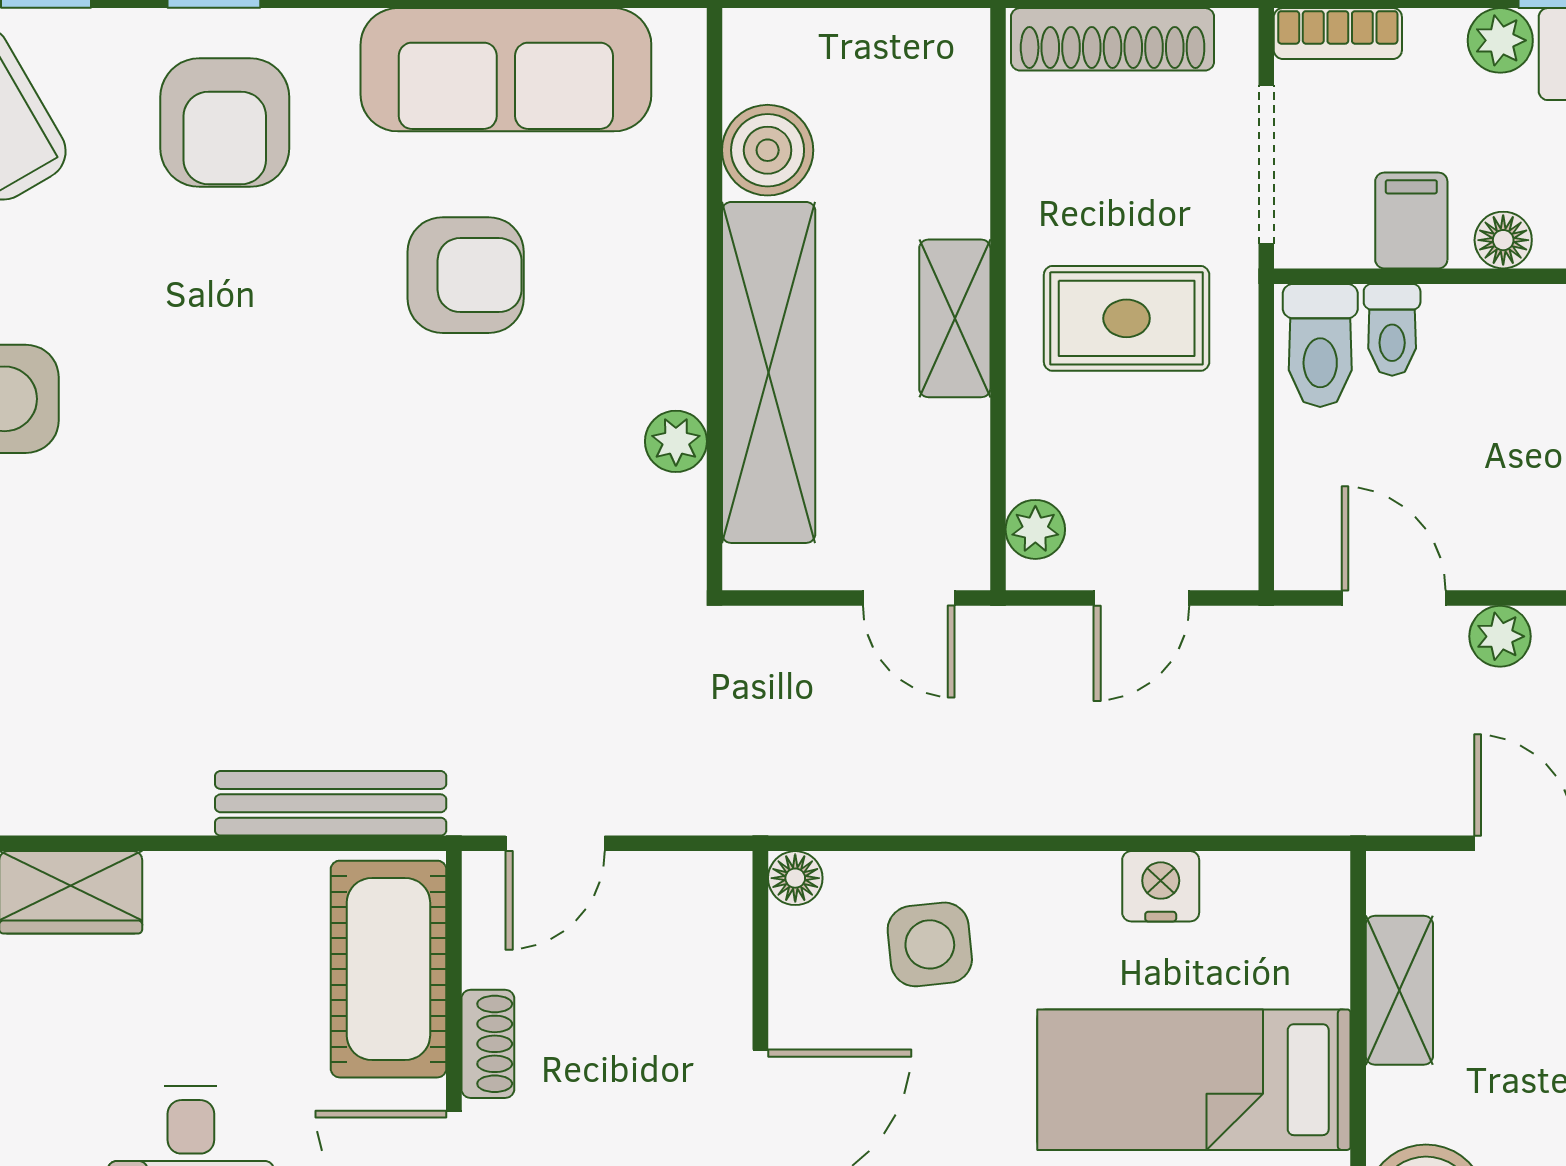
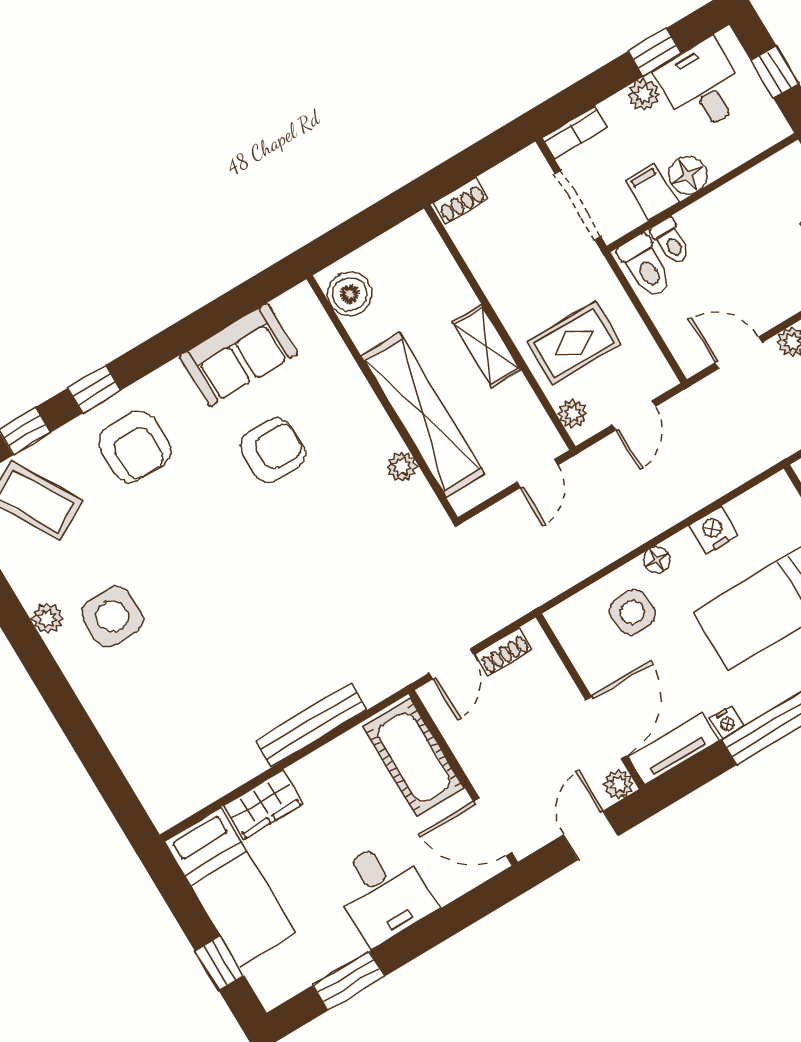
shoe rack: (1113, 39) -> (461, 201), width x0.51, depth x0.81
sofa: (506, 70) -> (238, 355), width x0.73
boiler: (768, 150) -> (350, 294), moved
floor lamp: (1503, 240) -> (688, 175), width x1.37, depth x1.37
rug: (1127, 318) -> (574, 343), moved
door: (909, 598) -> (537, 474), hinge flipped
bench: (331, 803) -> (311, 725), moved
floor lamp: (795, 878) -> (657, 560), moved
shoe rack: (488, 1044) -> (504, 652), moved, turned 90

